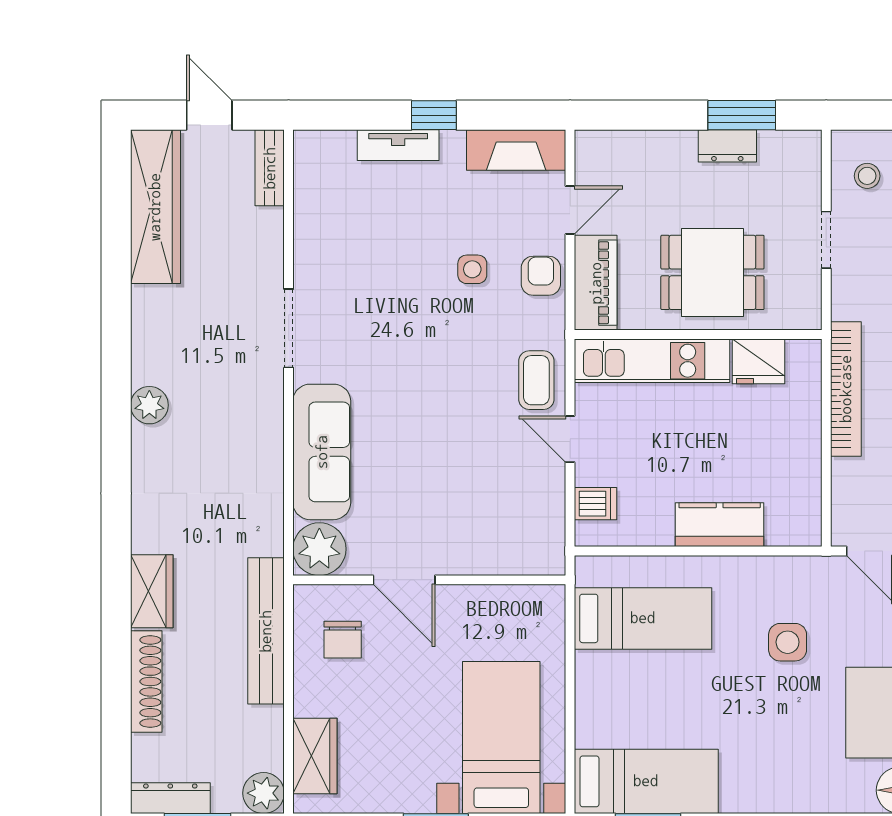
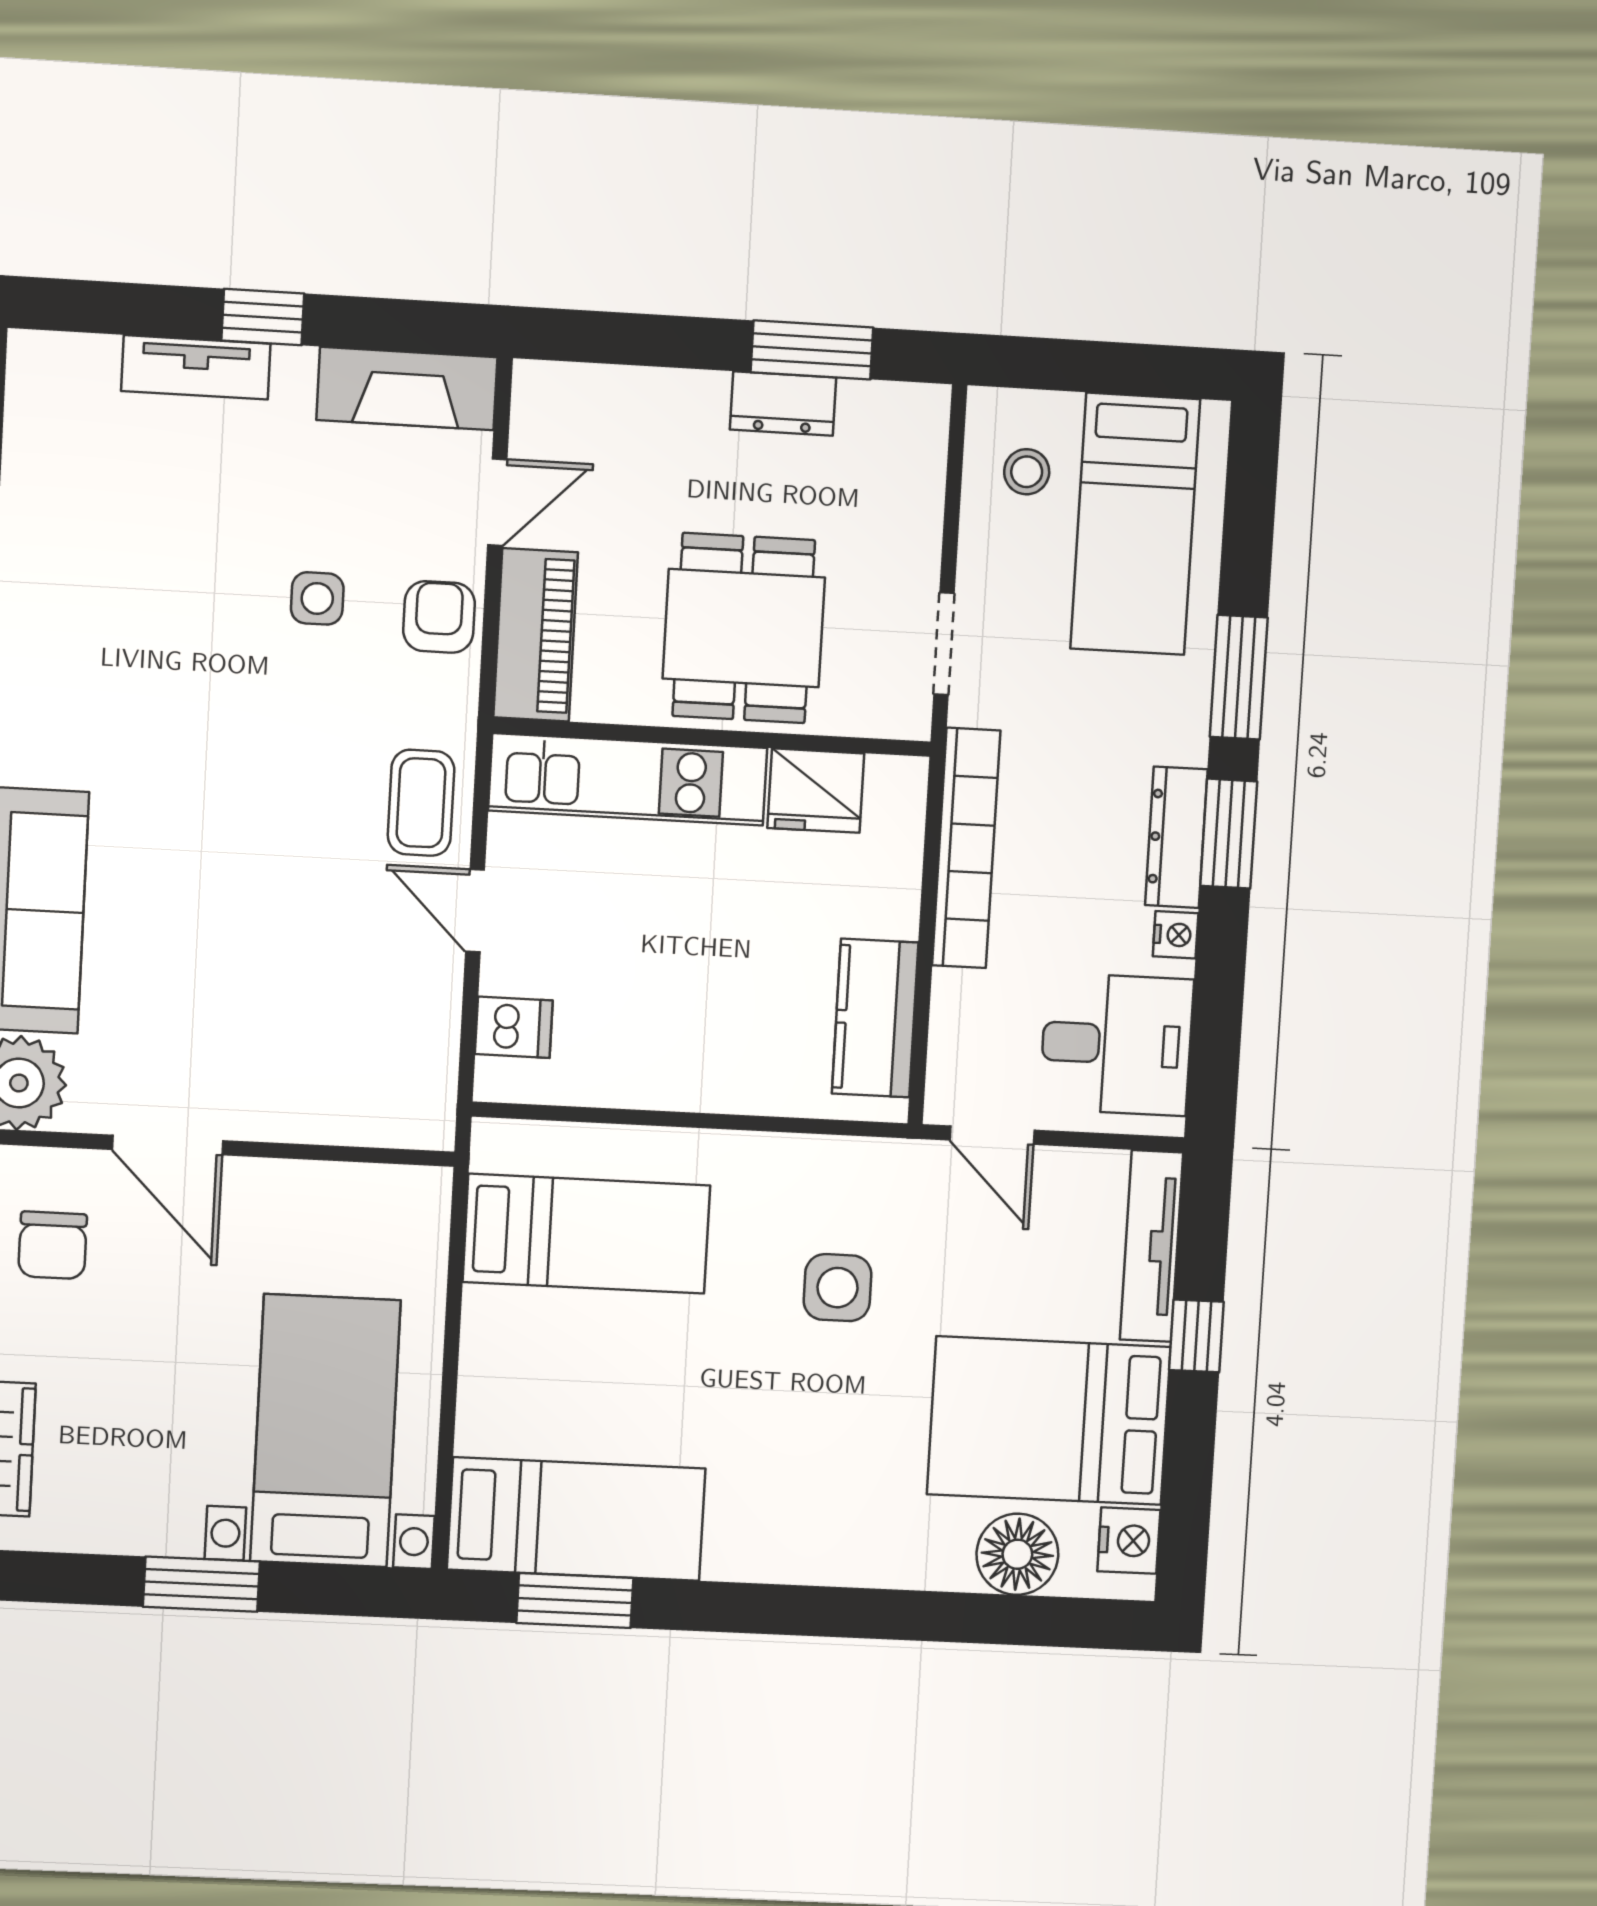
doorway: (826, 240) -> (944, 644), moved
dining table: (712, 272) -> (744, 628), turned 90
kitchen counter: (720, 525) -> (875, 1018), moved, turned -90

